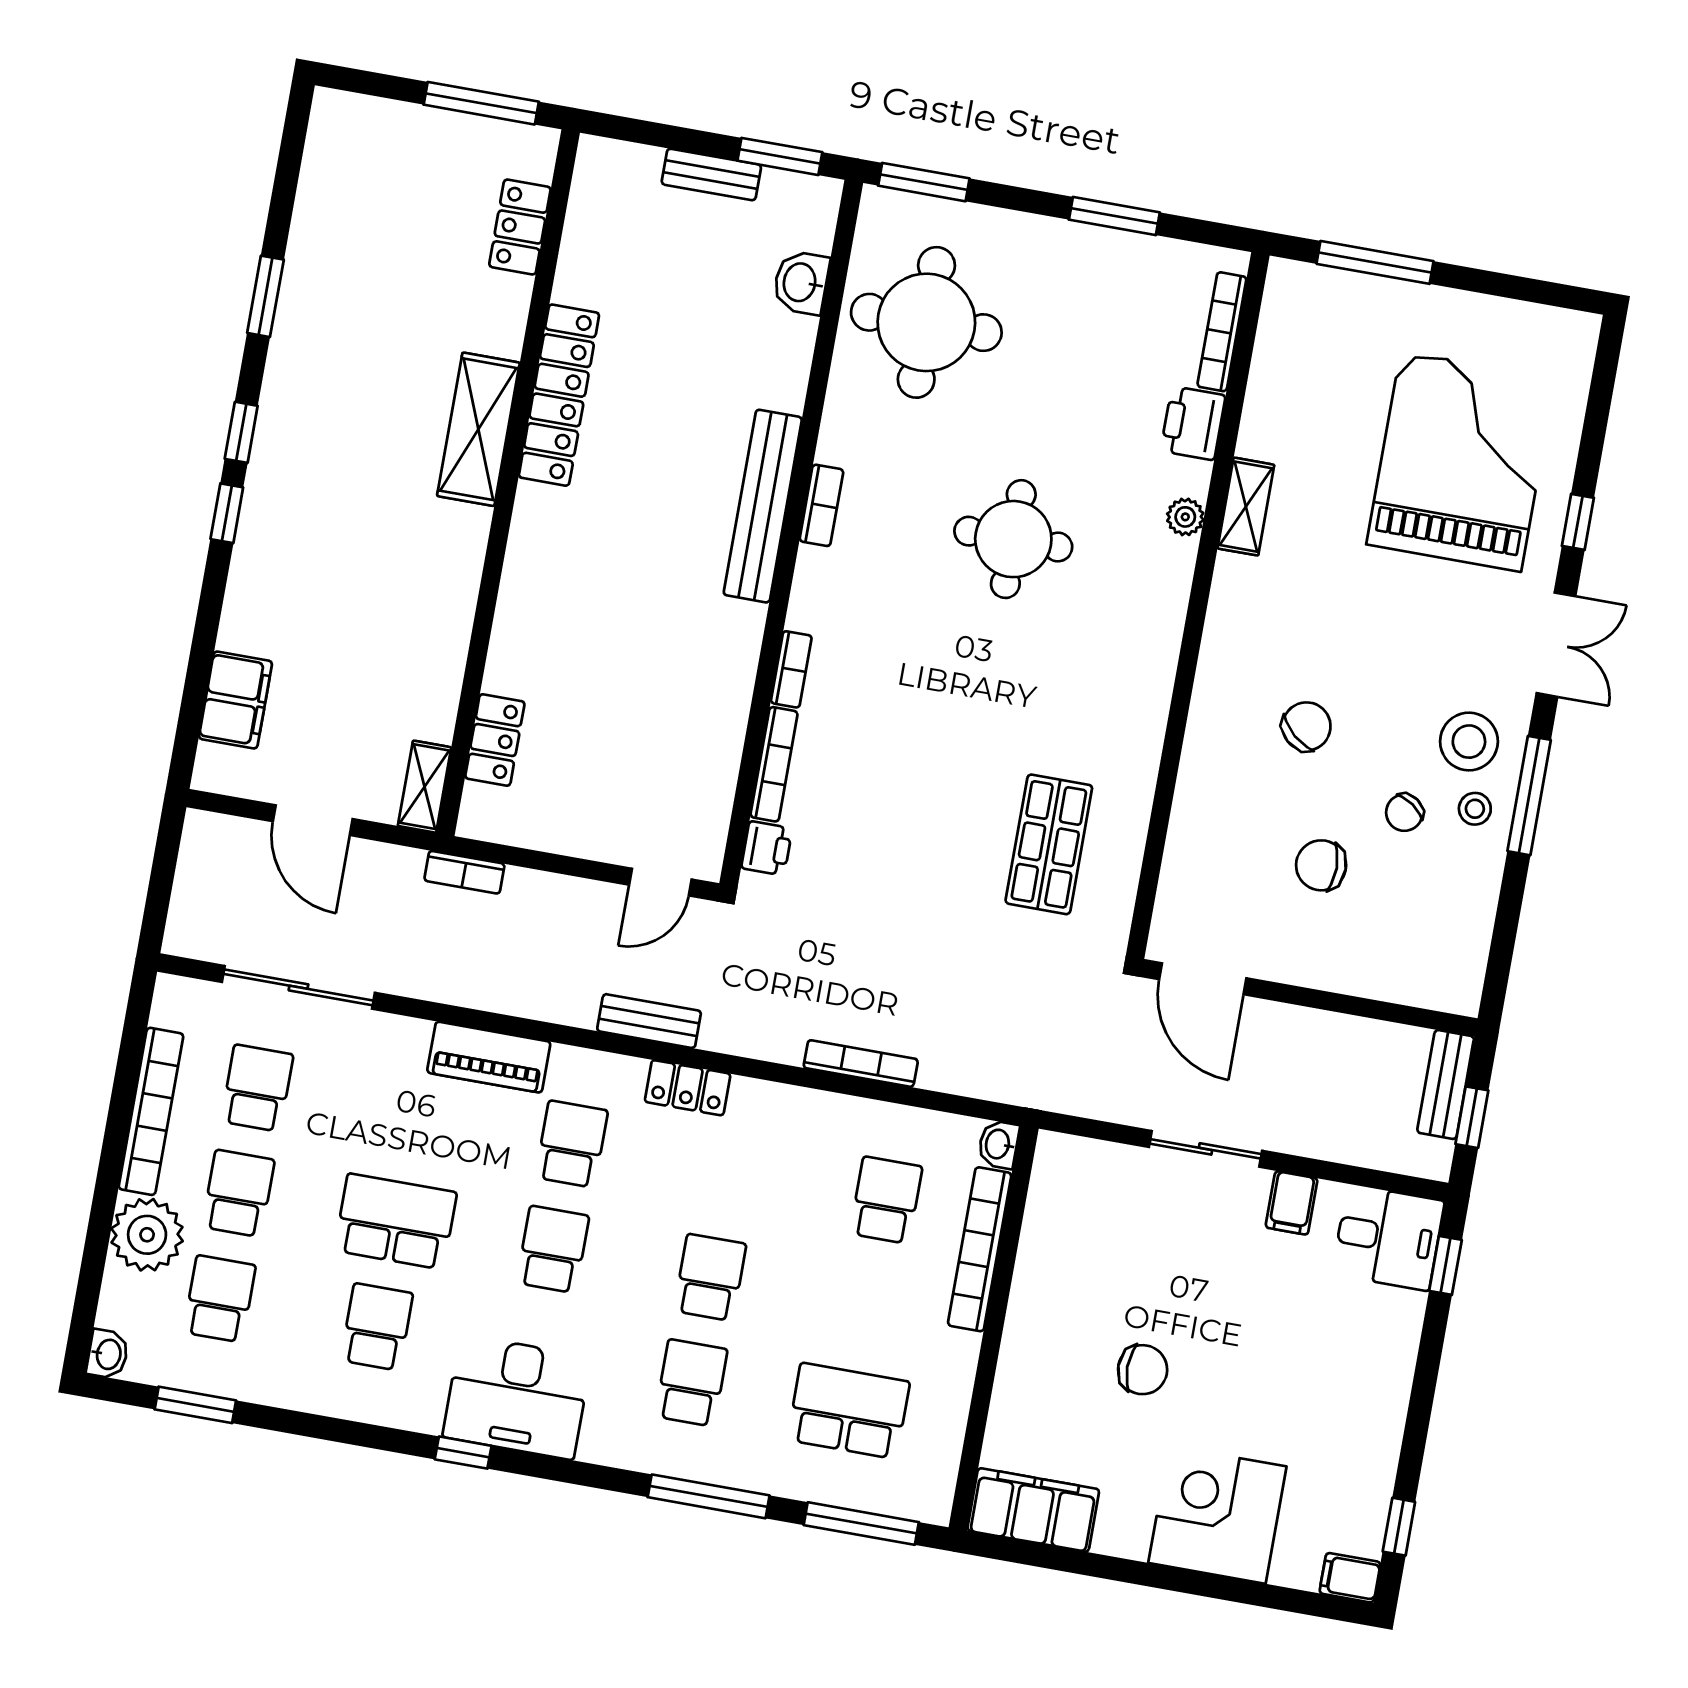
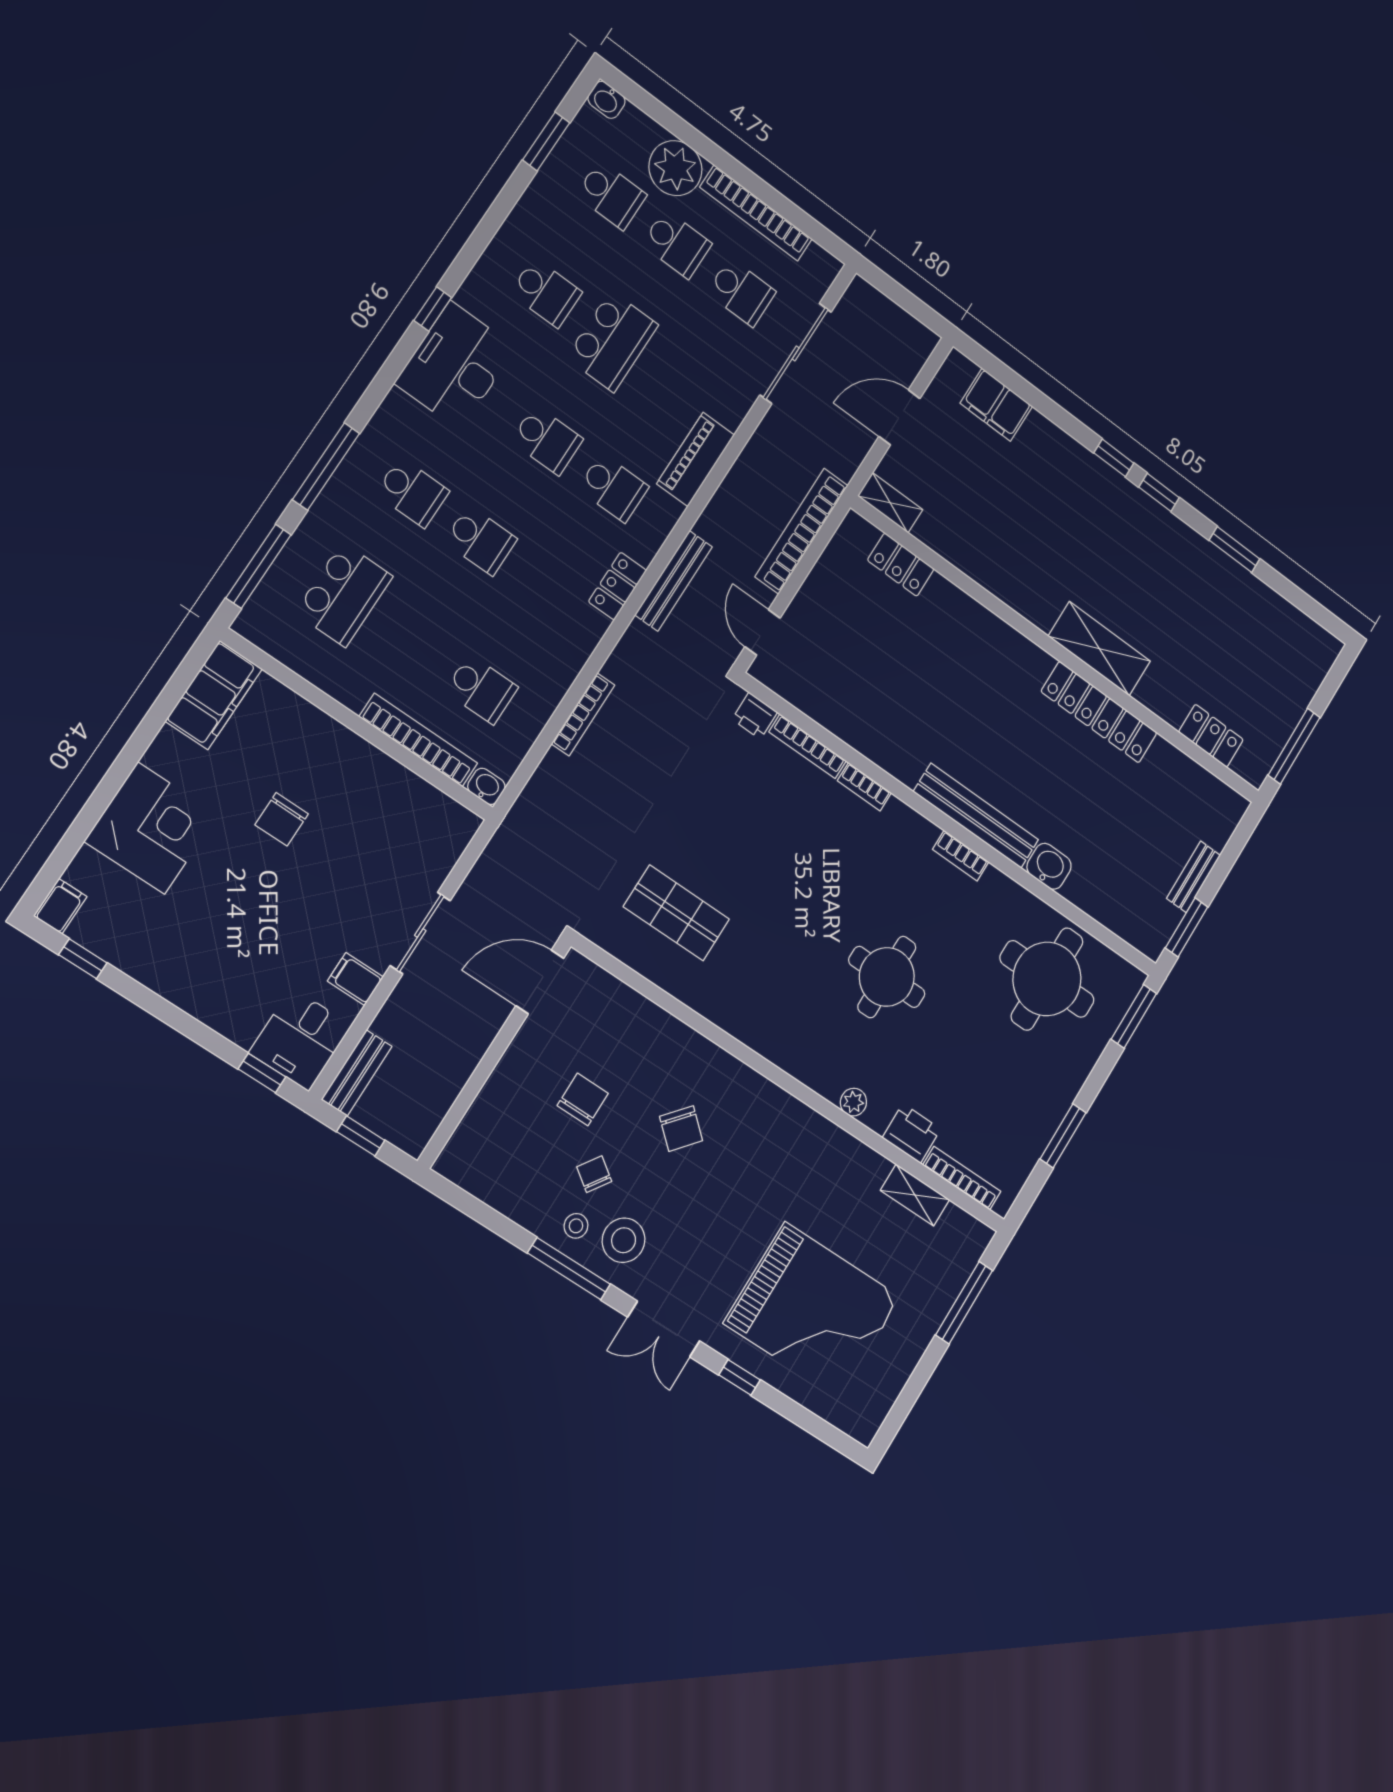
washbasin: (801, 283) -> (1049, 866), moved
shelving: (1246, 507) -> (915, 1195), moved
bookcase: (464, 872) -> (802, 531), width x2.31, depth x1.31
bench: (649, 1021) -> (674, 581), width x1.36
bench: (1446, 1085) -> (357, 1073), moved, turned 90

